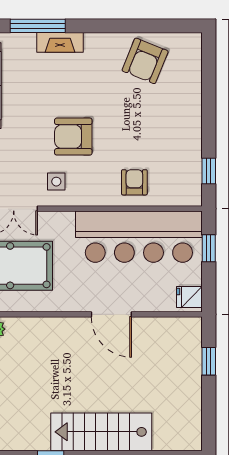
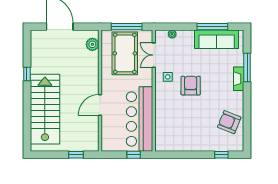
window: (209, 171) -> (221, 155), moved
armchair: (134, 182) -> (167, 117), removed
fridge: (189, 297) -> (109, 145), removed
stairs: (101, 432) -> (45, 109), width x1.36, depth x1.51

